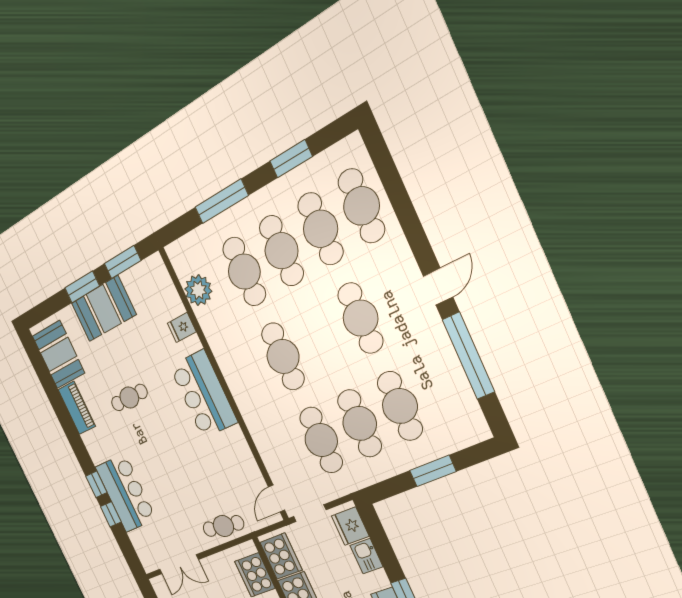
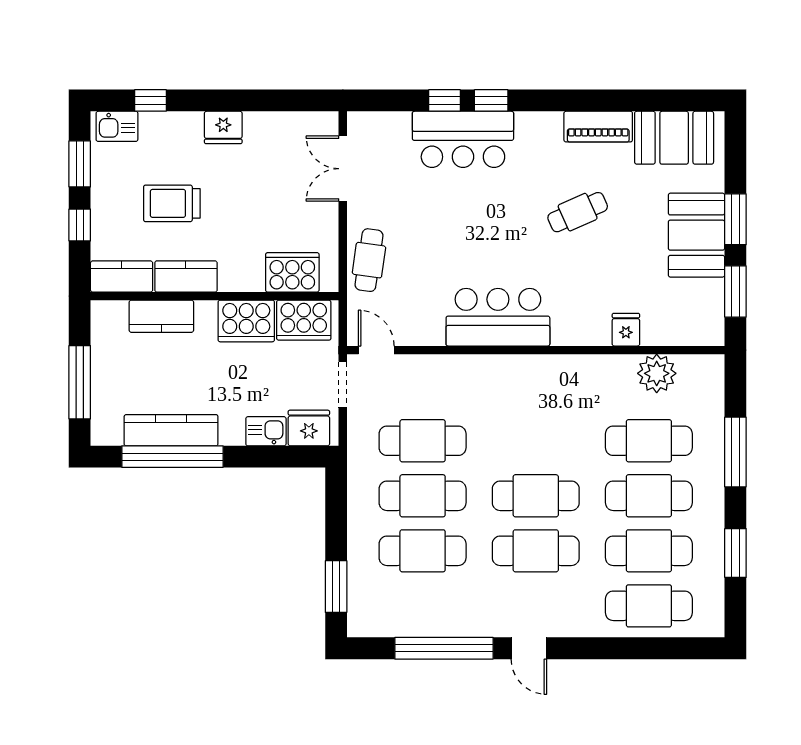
cafe table: (283, 356) -> (536, 496), moved
bar counter: (203, 394) -> (498, 317), moved
cafe table: (129, 398) -> (578, 212), turned 66
window: (433, 471) -> (336, 587), moved

